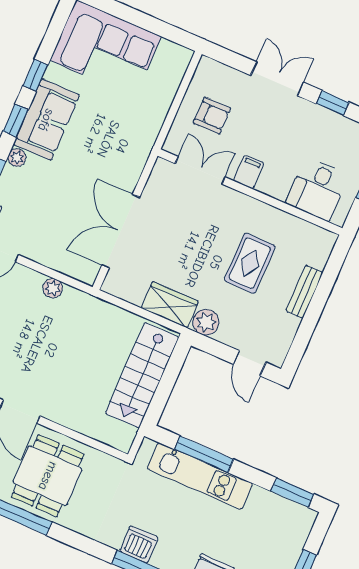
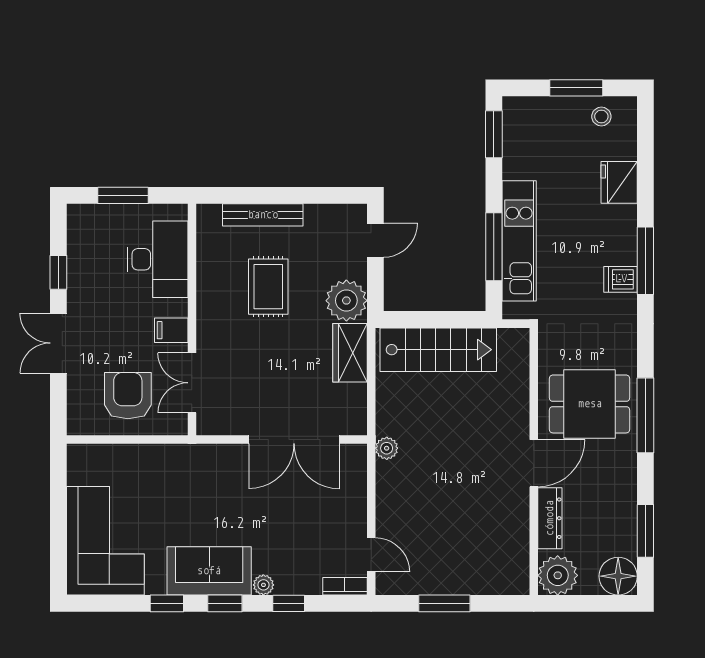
armchair: (212, 116) -> (128, 396), width x1.38, depth x1.38
desk: (317, 189) -> (158, 259), width x1.37
rug: (250, 263) -> (268, 287), turned 90
plant: (53, 288) -> (387, 448), moved
bench: (304, 292) -> (263, 215), width x1.36
plant: (206, 322) -> (346, 301), width x1.36, depth x1.36
dishwasher: (139, 544) -> (621, 279), width x0.73

